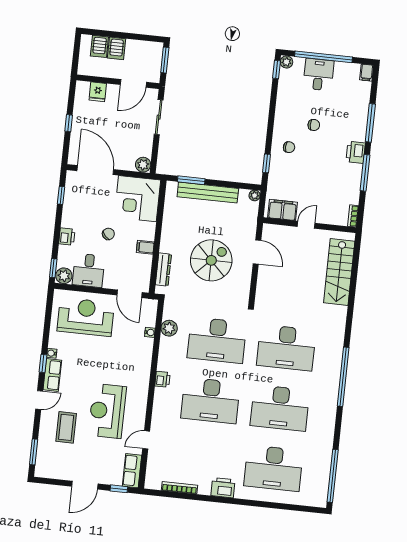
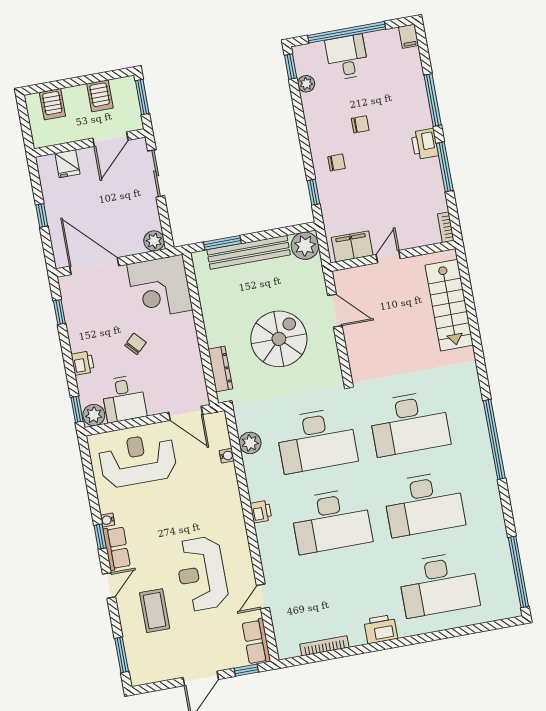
server rack: (117, 48) -> (100, 96), moved
plant: (286, 62) -> (306, 84), moved
plant: (255, 195) -> (305, 246), width x1.87, depth x1.87
filing cabinet: (145, 247) -> (188, 347), removed

